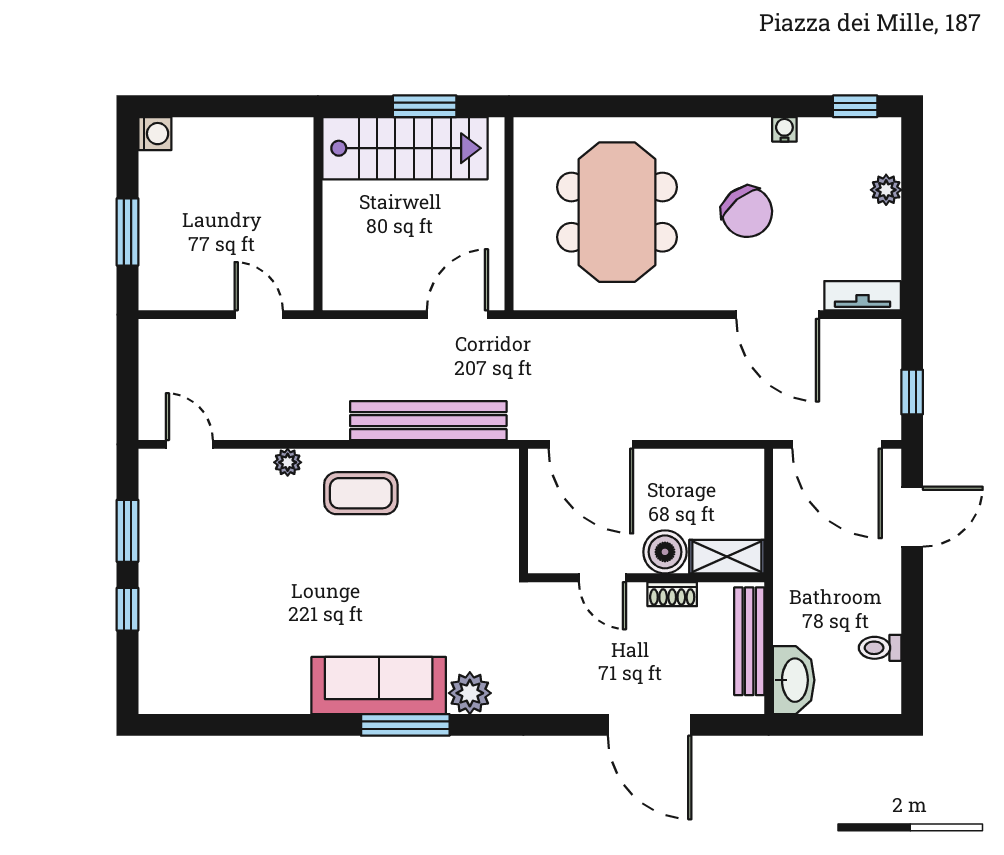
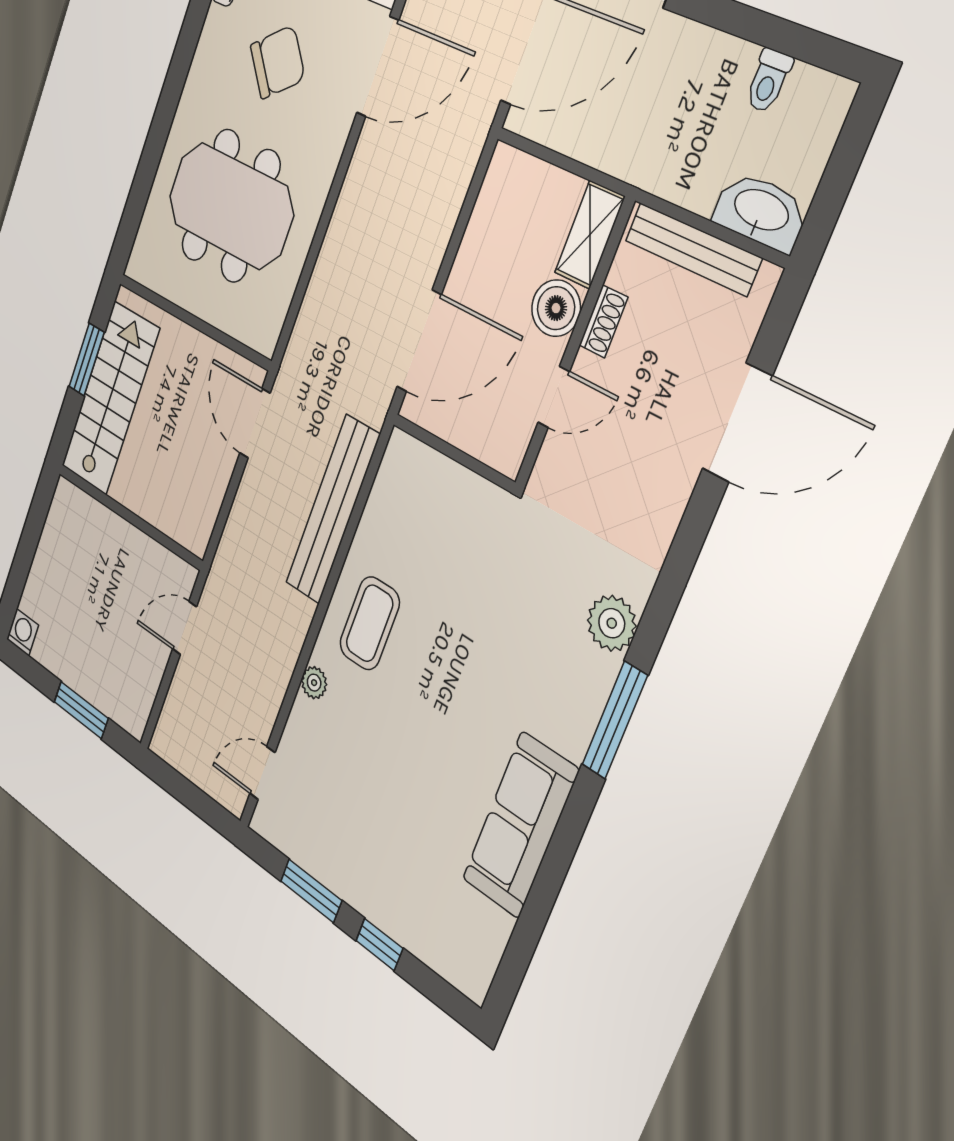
sofa: (379, 686) -> (520, 825), moved

